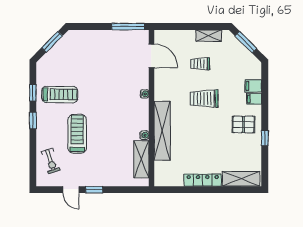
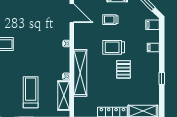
filing cabinet: (253, 86) -> (153, 25), moved
pallet: (243, 124) -> (124, 69), moved, turned 90
treadmill: (77, 134) -> (31, 92), moved

